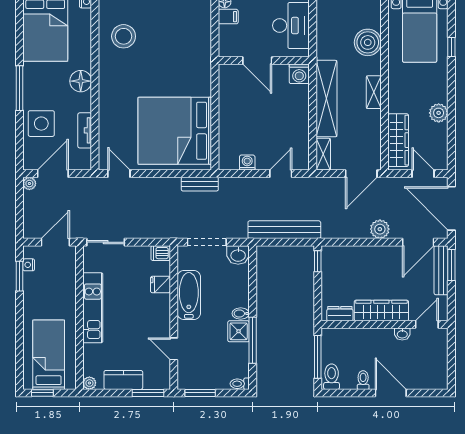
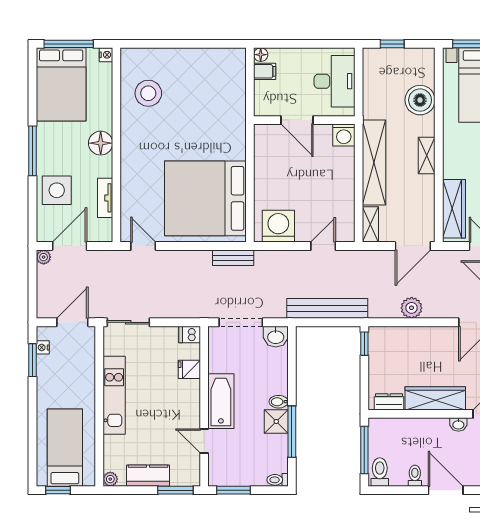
washing machine: (247, 163) -> (278, 226), width x1.89, depth x1.89
plant: (380, 229) -> (412, 308), moved
bathtub: (189, 295) -> (221, 401), moved

